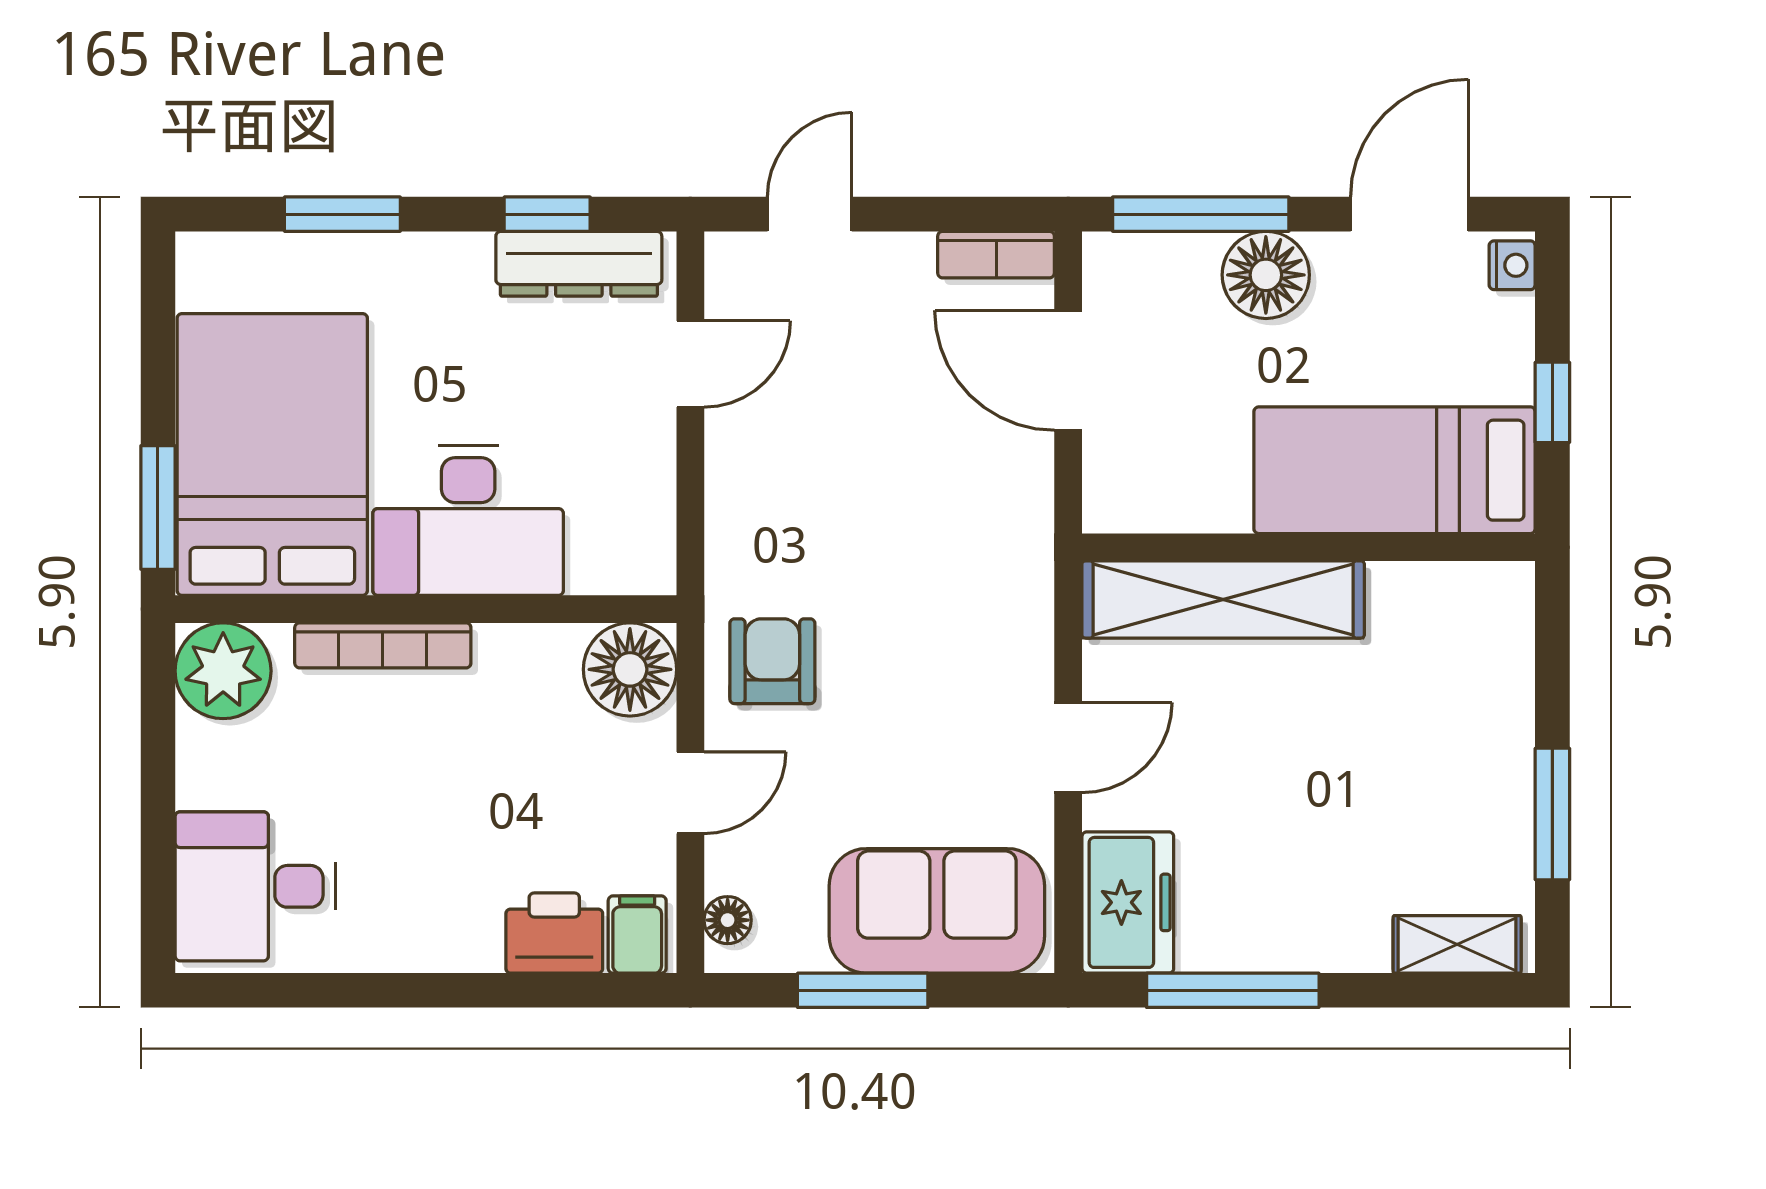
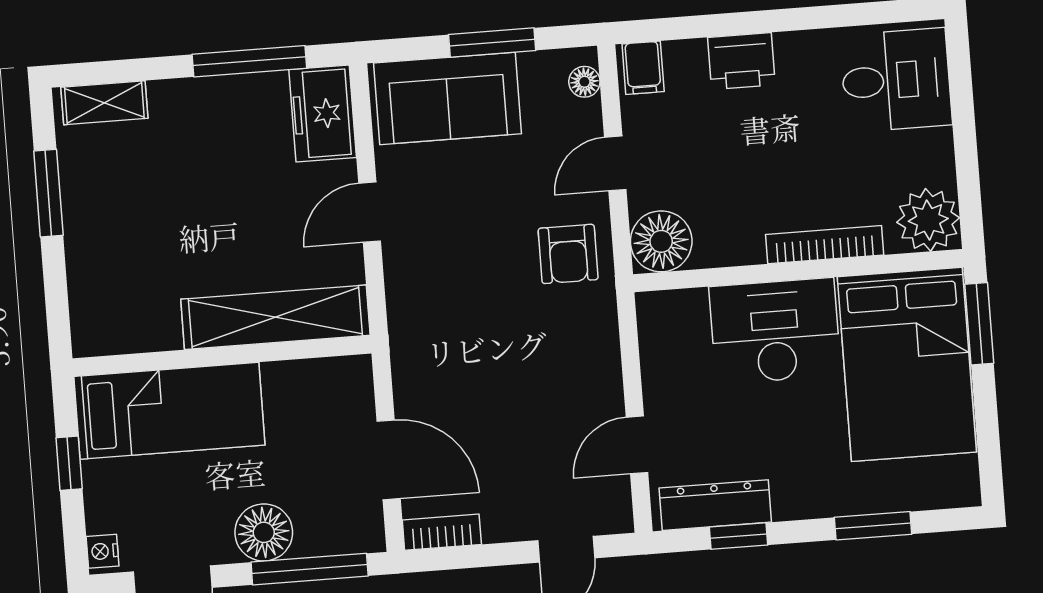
printer: (554, 933) -> (741, 61), moved

